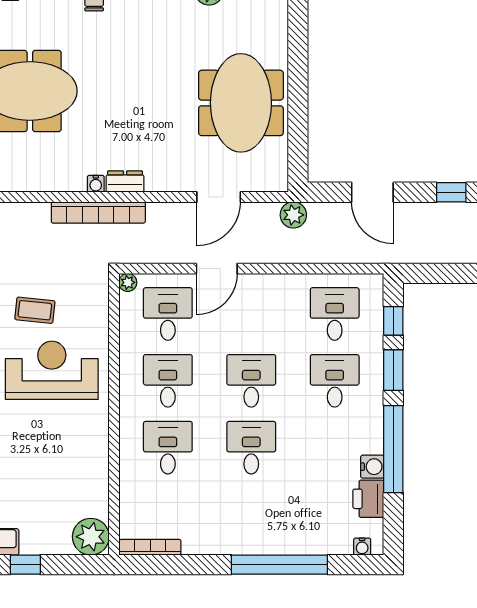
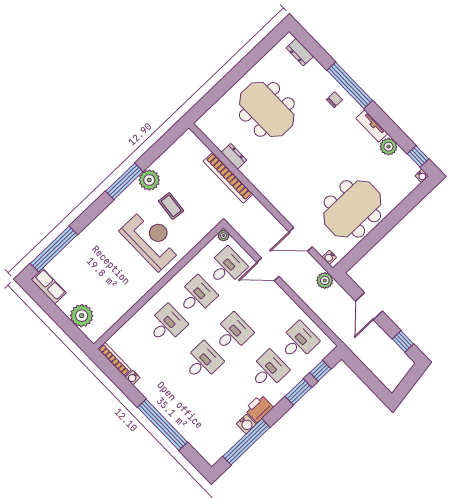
dresser: (125, 182) -> (234, 156), moved
water cooler: (96, 184) -> (329, 257), moved
bookcase: (98, 212) -> (228, 178), moved
window: (393, 449) -> (246, 442), moved
printer: (368, 499) -> (259, 408), moved
plant: (91, 537) -> (82, 316), moved
water cooler: (362, 547) -> (133, 378), moved
window: (25, 565) -> (53, 311), removed

